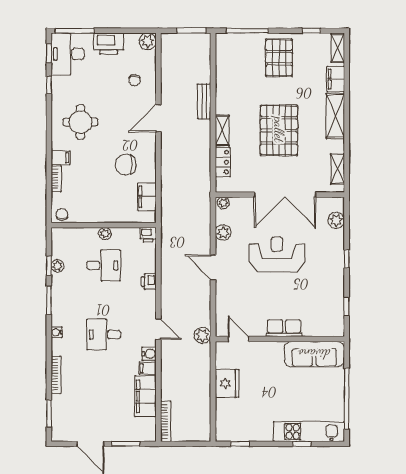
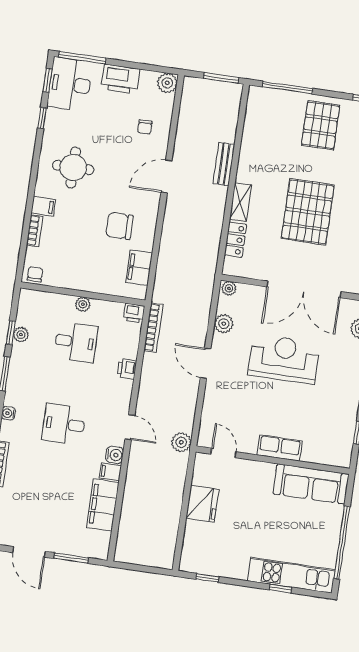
bookcase: (166, 421) -> (153, 328), moved

